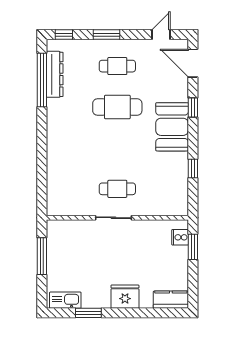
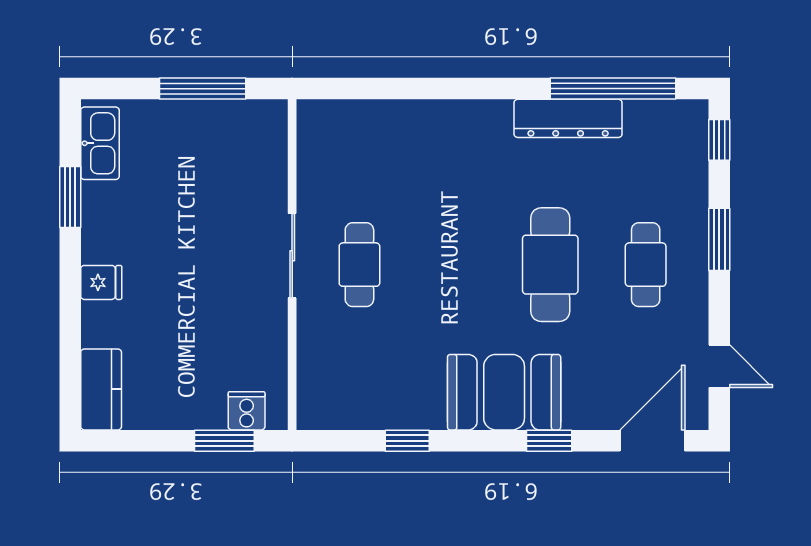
dresser: (55, 74) -> (568, 118), moved
fridge: (125, 297) -> (101, 282), width x0.53, depth x0.75

